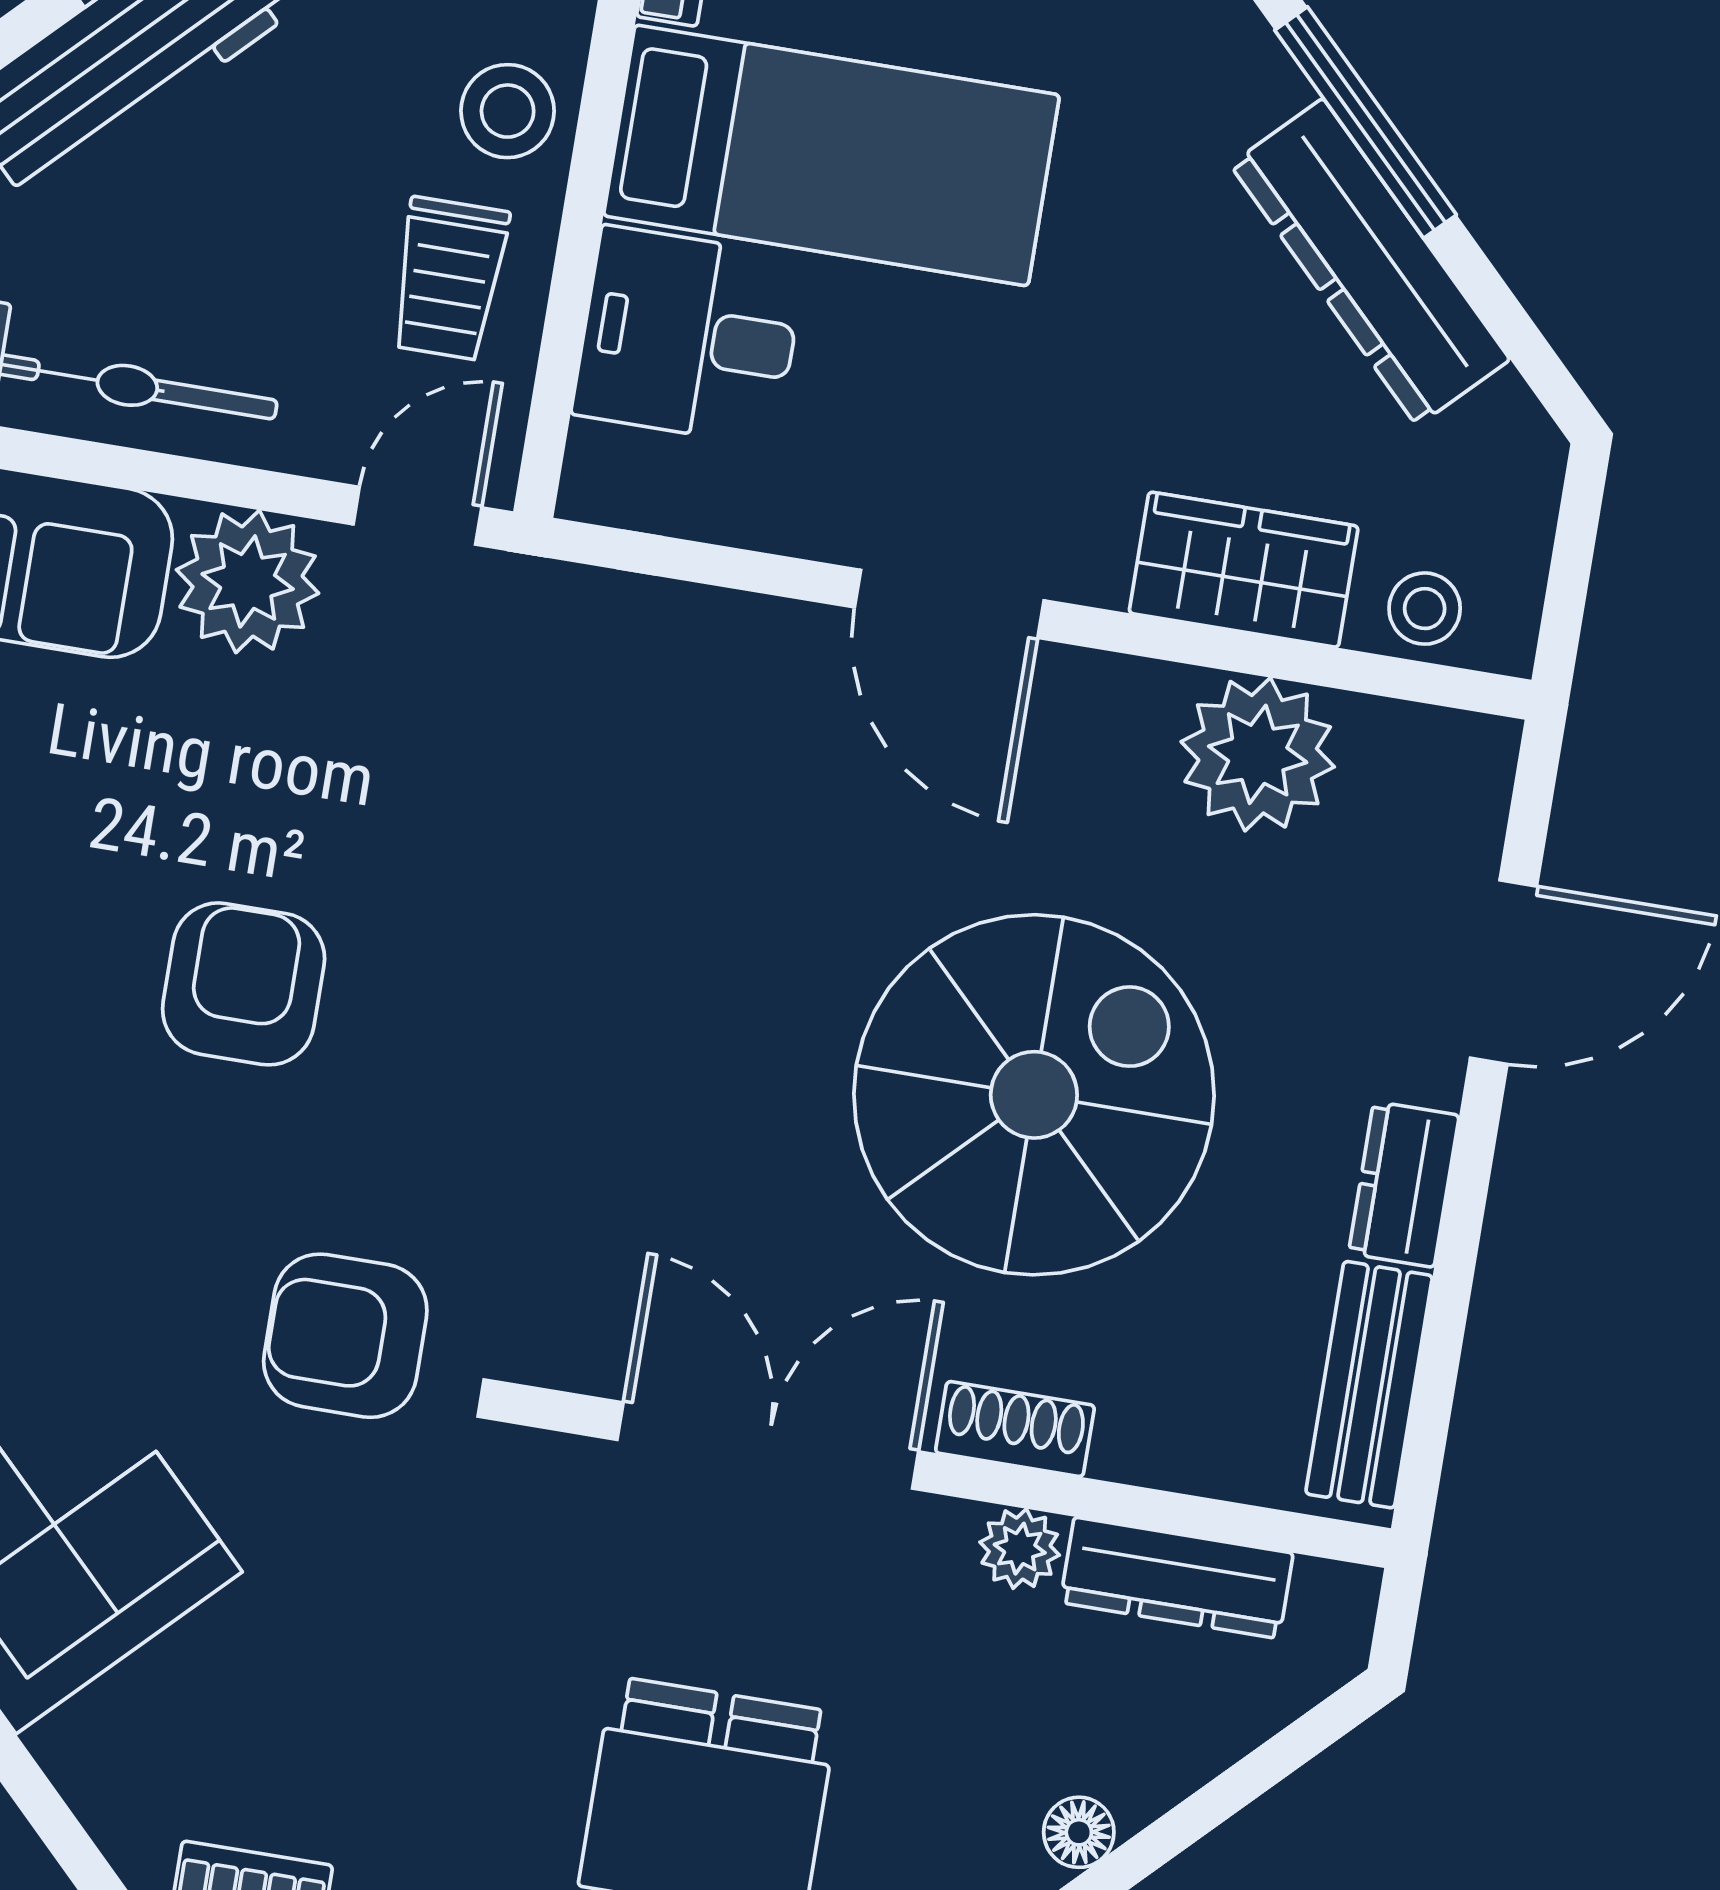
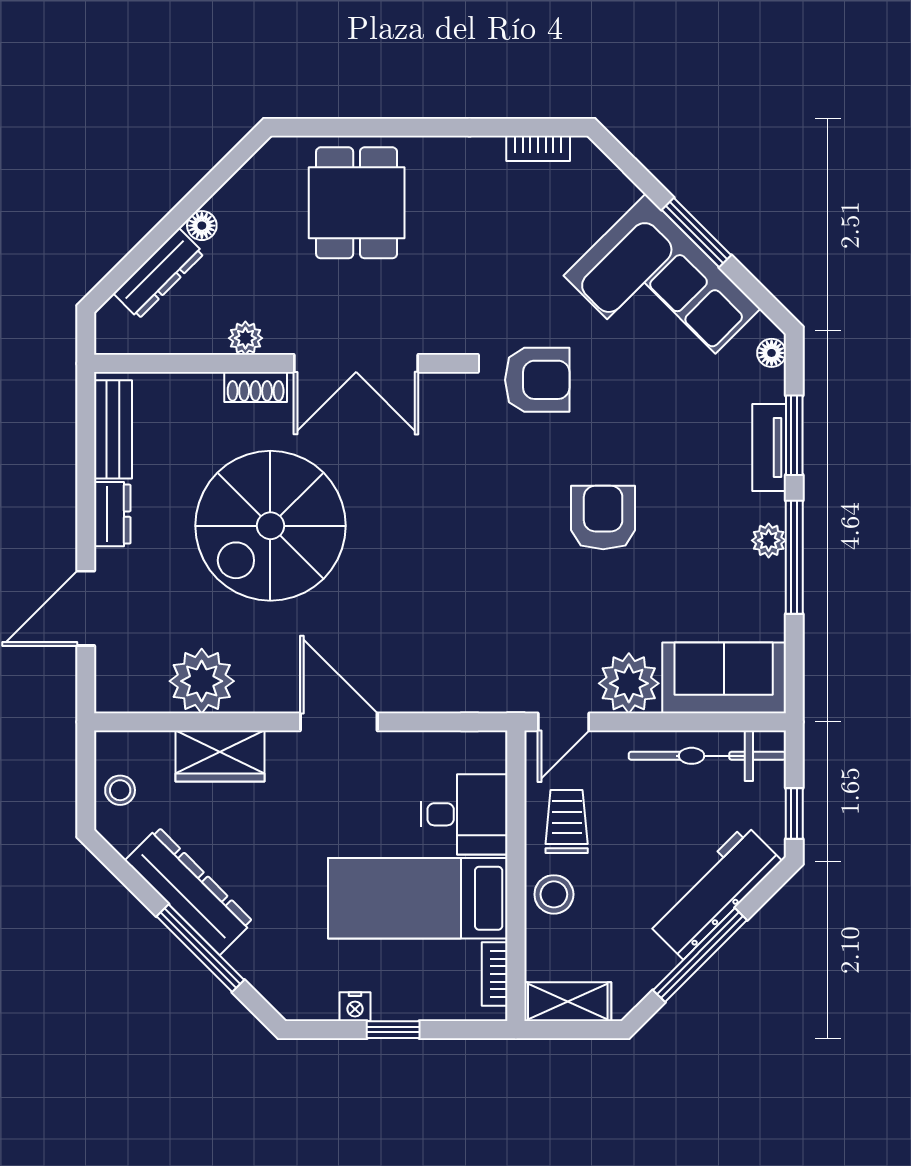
stool: (1425, 609) -> (120, 790), moved
armchair: (244, 984) -> (603, 518), turned 180
dresser: (1177, 1578) -> (159, 274), moved, turned 135

